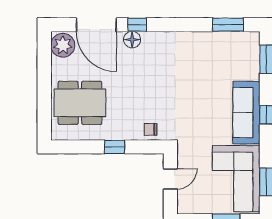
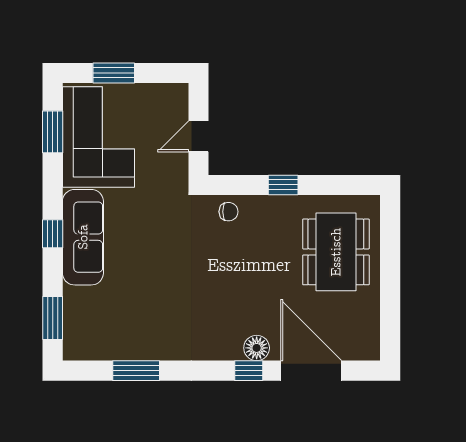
window: (228, 25) -> (136, 371), moved
plant: (63, 45) -> (362, 339), removed
dining table: (80, 103) -> (336, 252), turned 90

